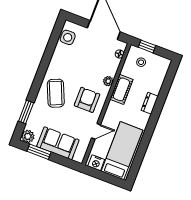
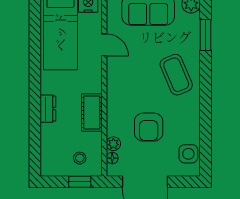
plant: (108, 81) -> (113, 144), moved
armchair: (87, 100) -> (149, 127), moved
door: (96, 131) -> (104, 45), swing flipped

